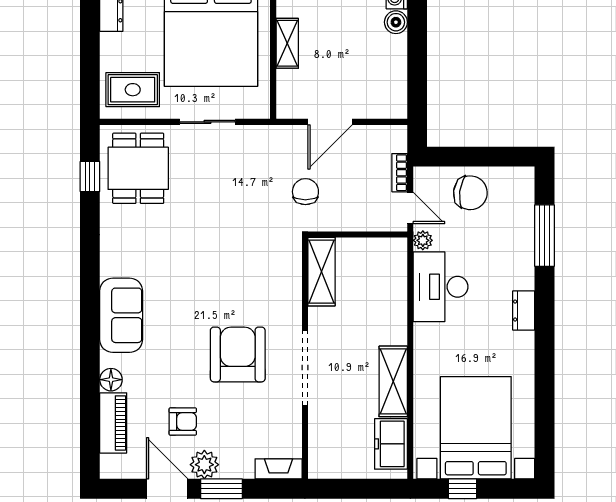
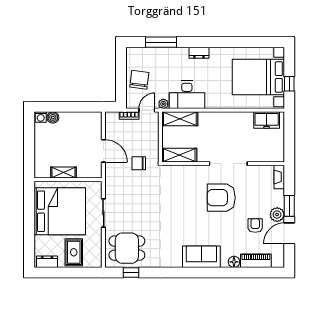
rug: (133, 90) -> (74, 252), moved
shelving: (393, 381) -> (180, 119), moved

